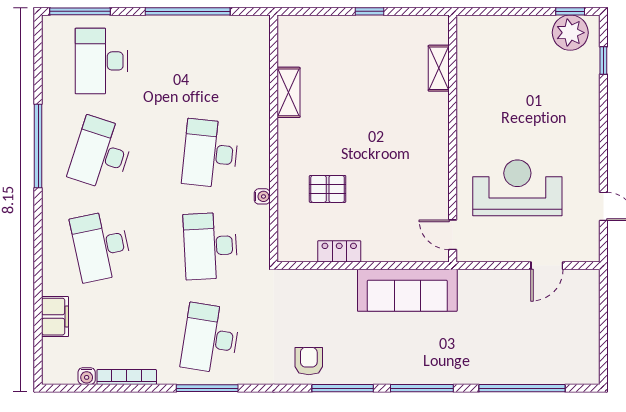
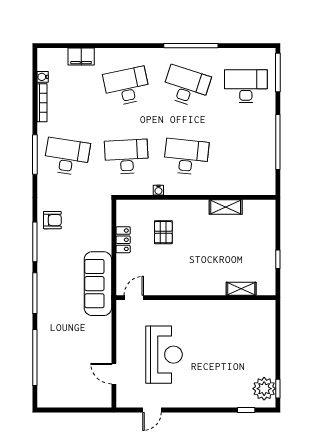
shelving: (439, 68) -> (241, 289), moved
wall: (453, 138) -> (196, 298), moved
door: (453, 235) -> (134, 298), moved

